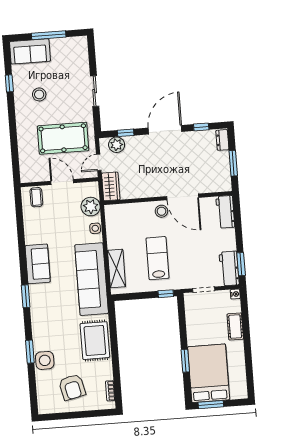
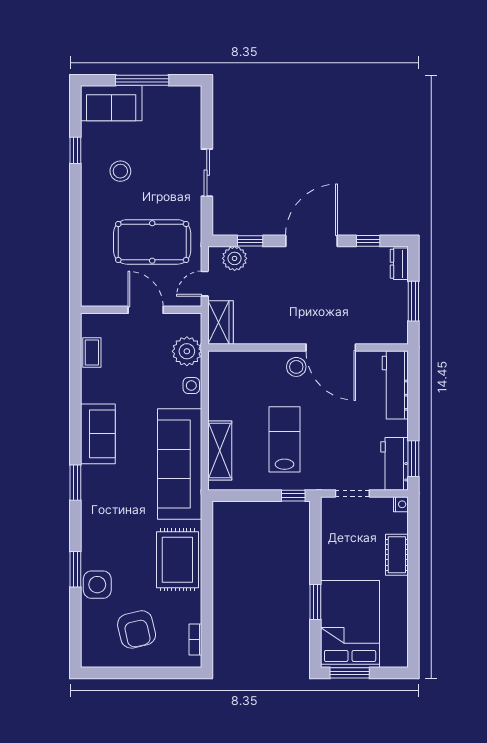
coffee table: (36, 197) -> (92, 353), moved
workbench: (225, 212) -> (395, 385), width x1.38

